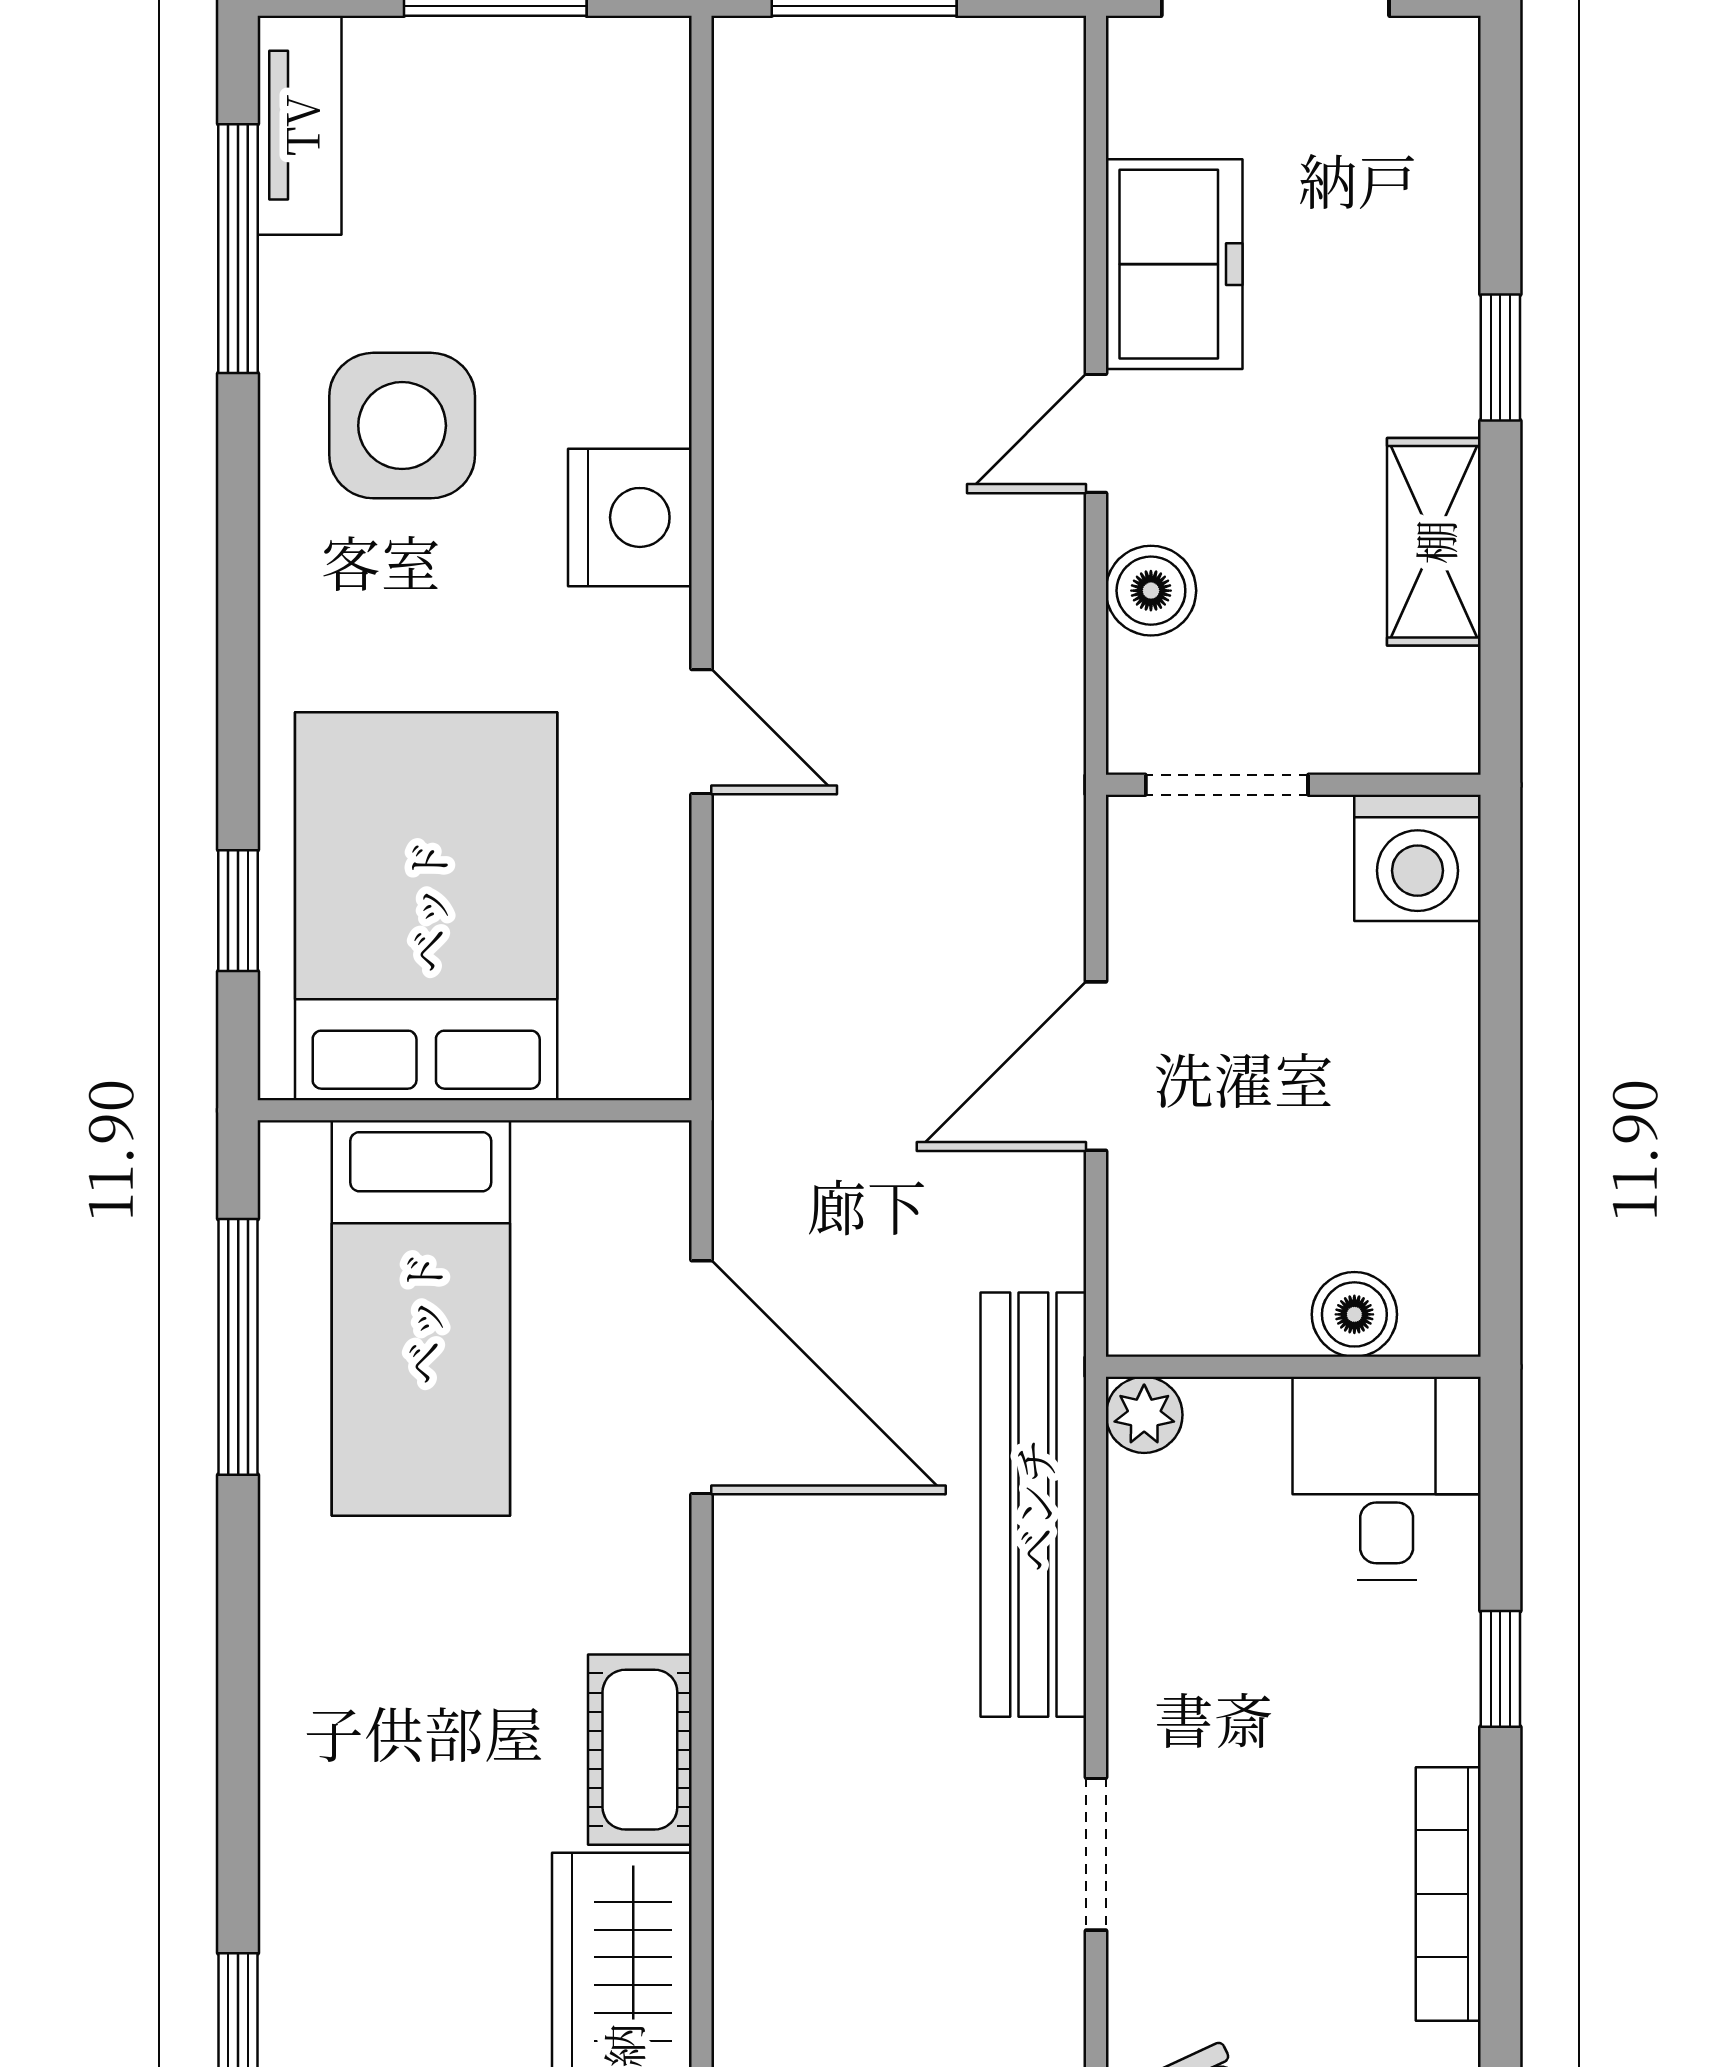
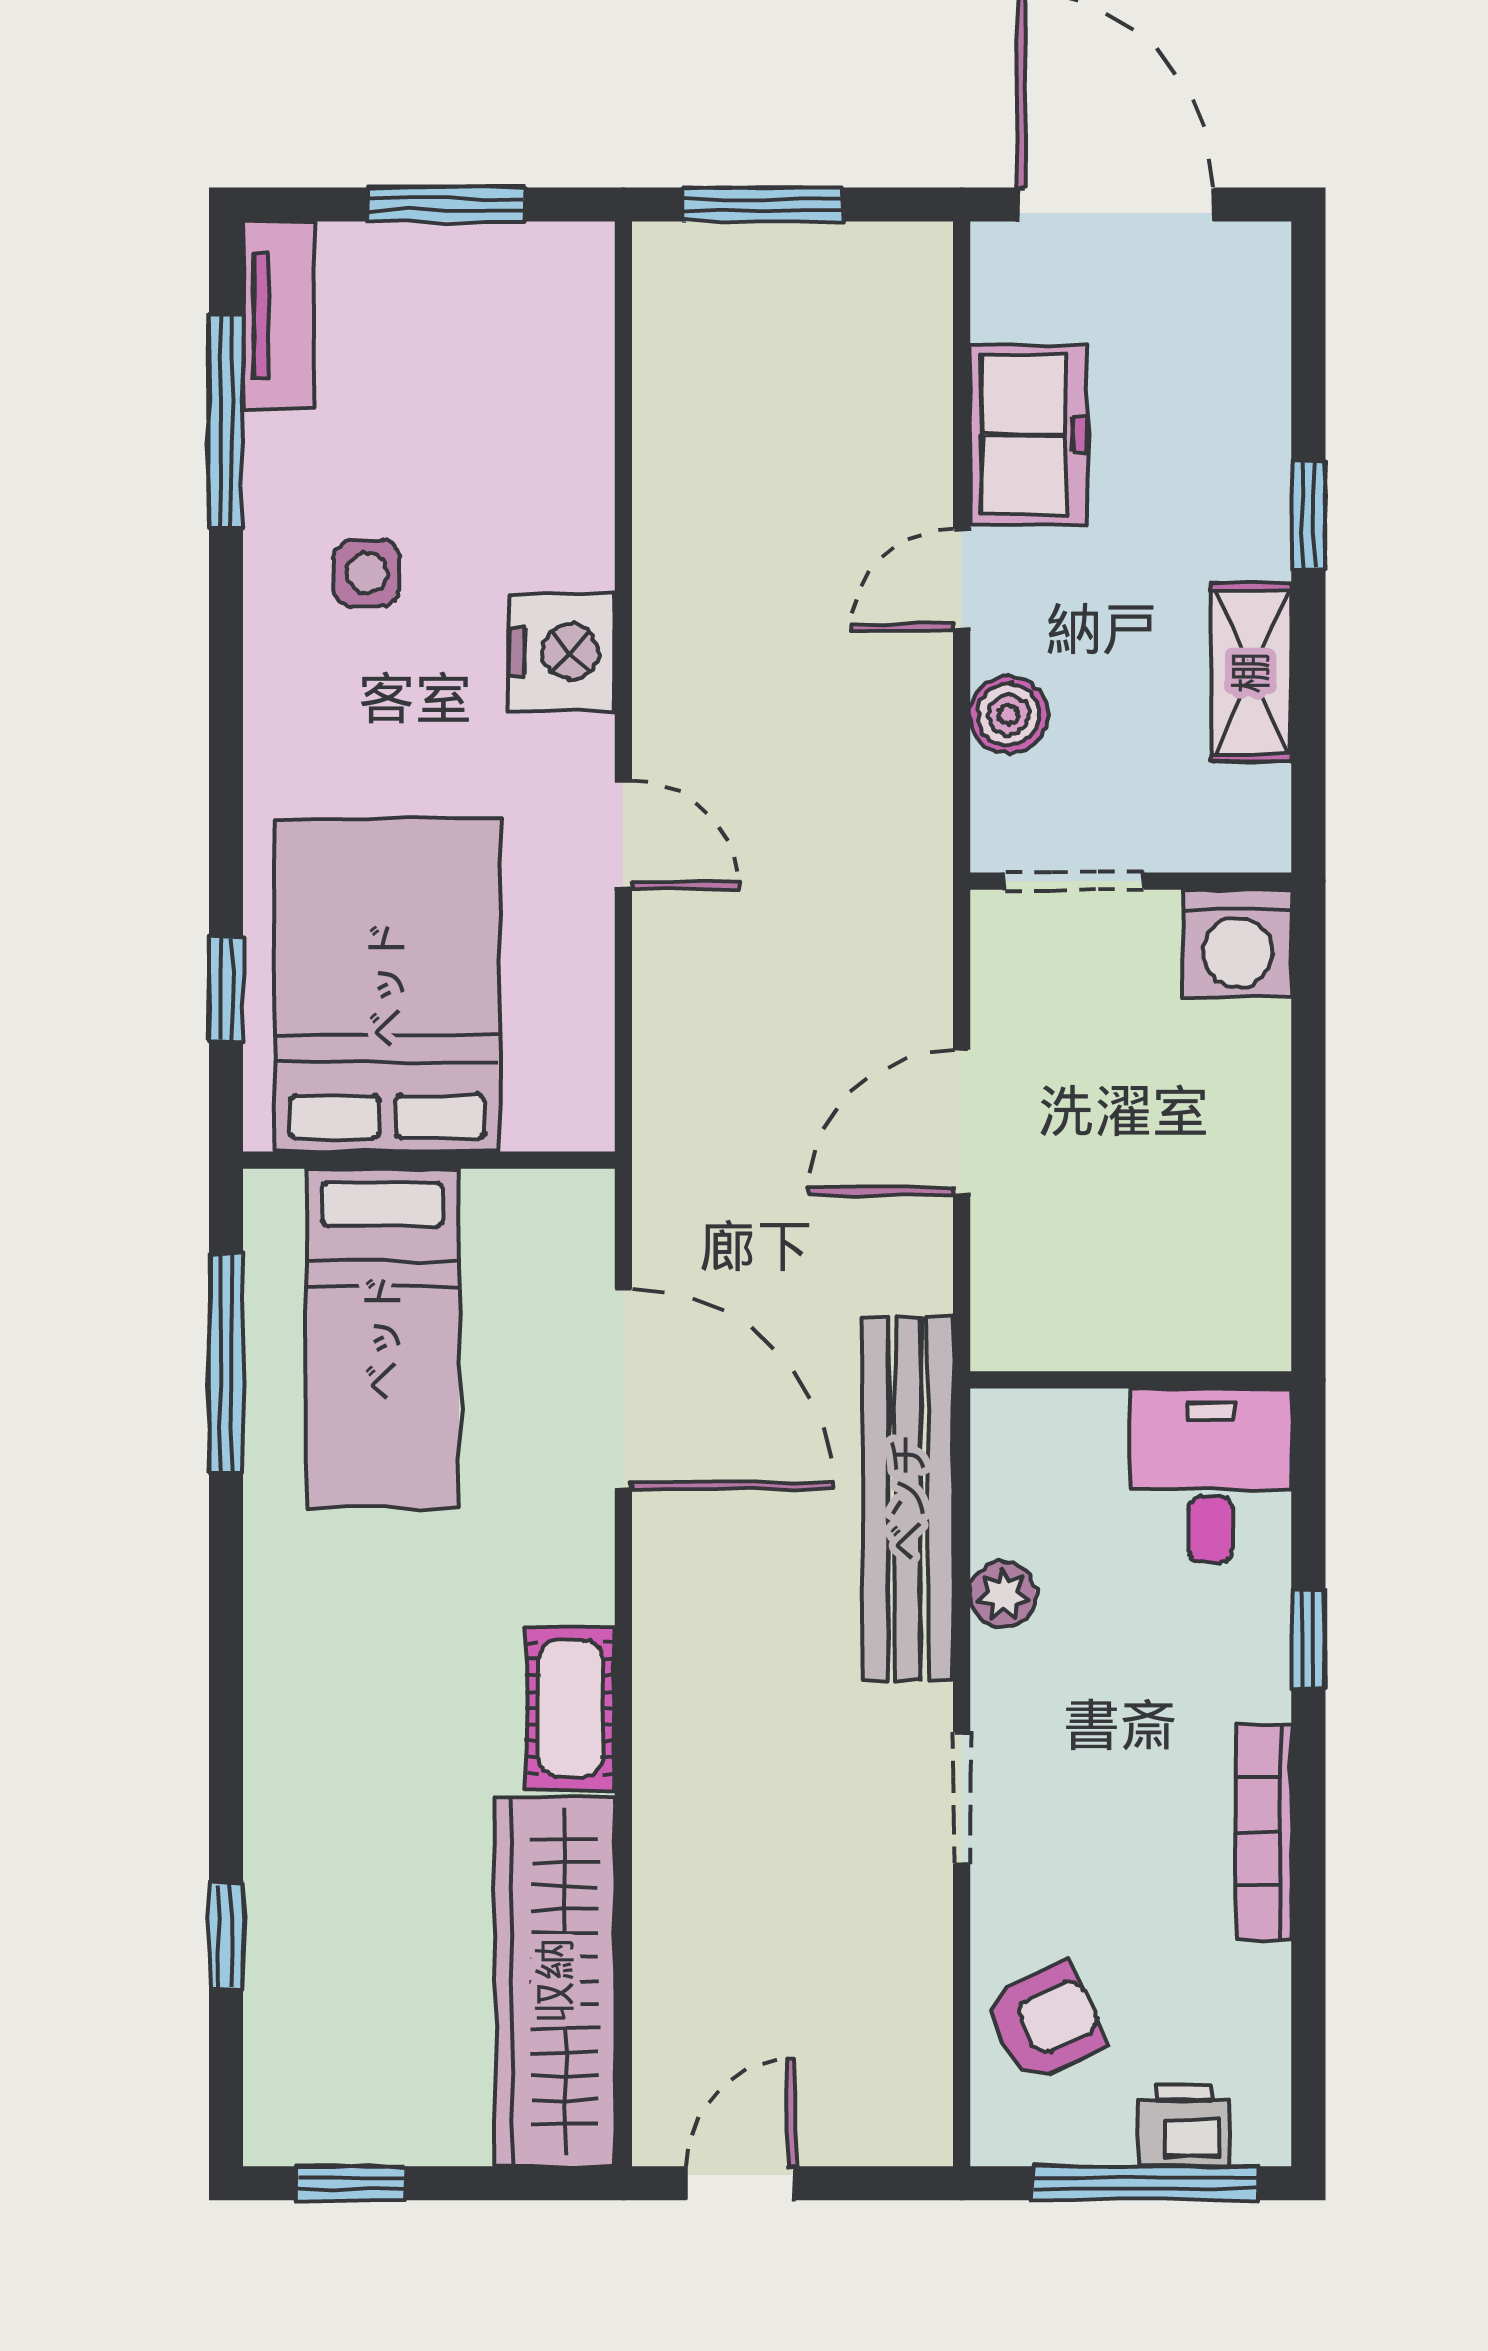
side table: (402, 426) -> (367, 573), width x0.54, depth x0.54
boiler: (1354, 1314) -> (1183, 1335), removed
plant: (1144, 1415) -> (1003, 1594), moved

